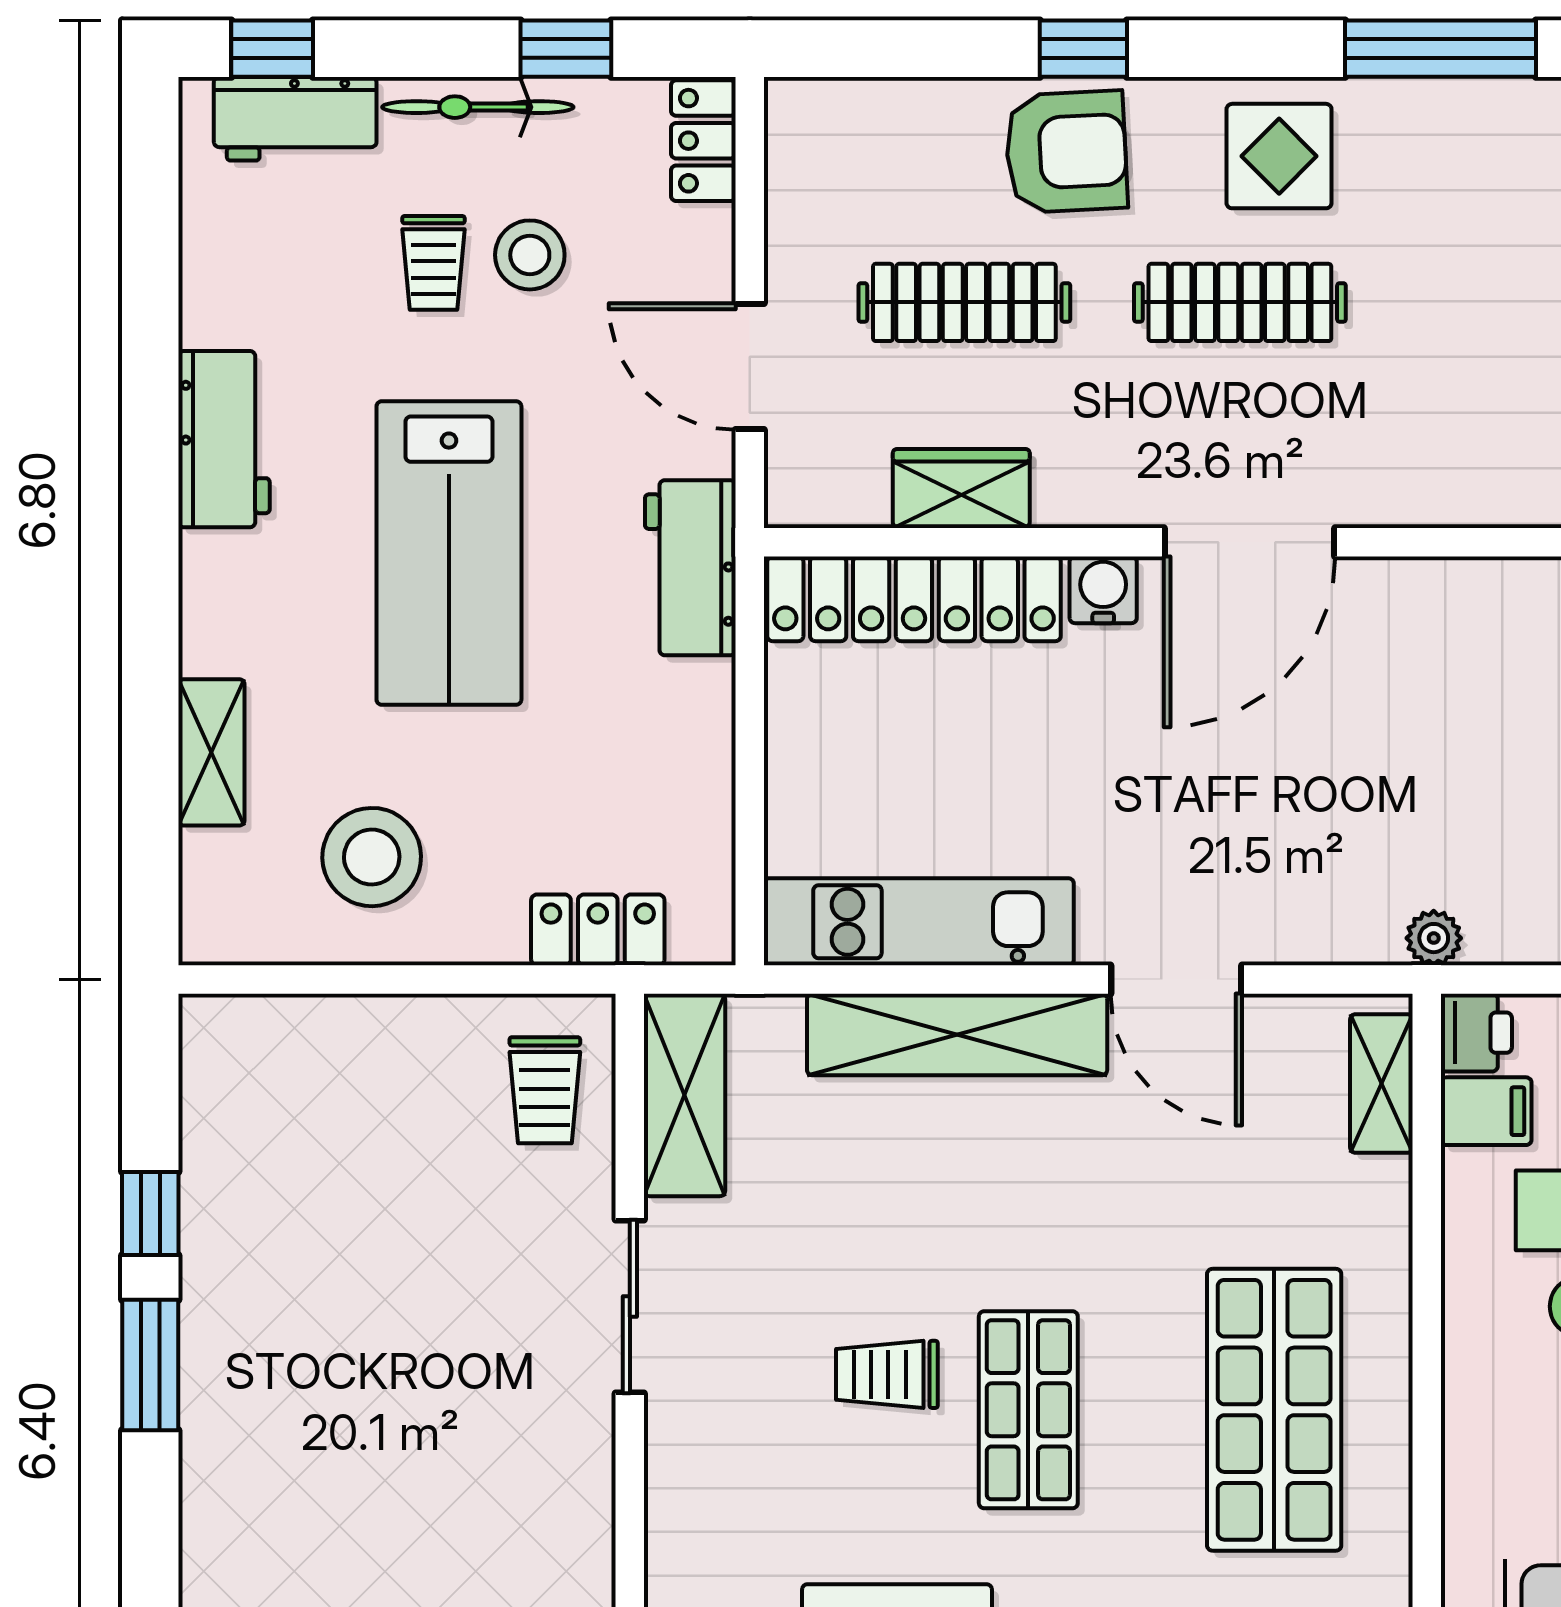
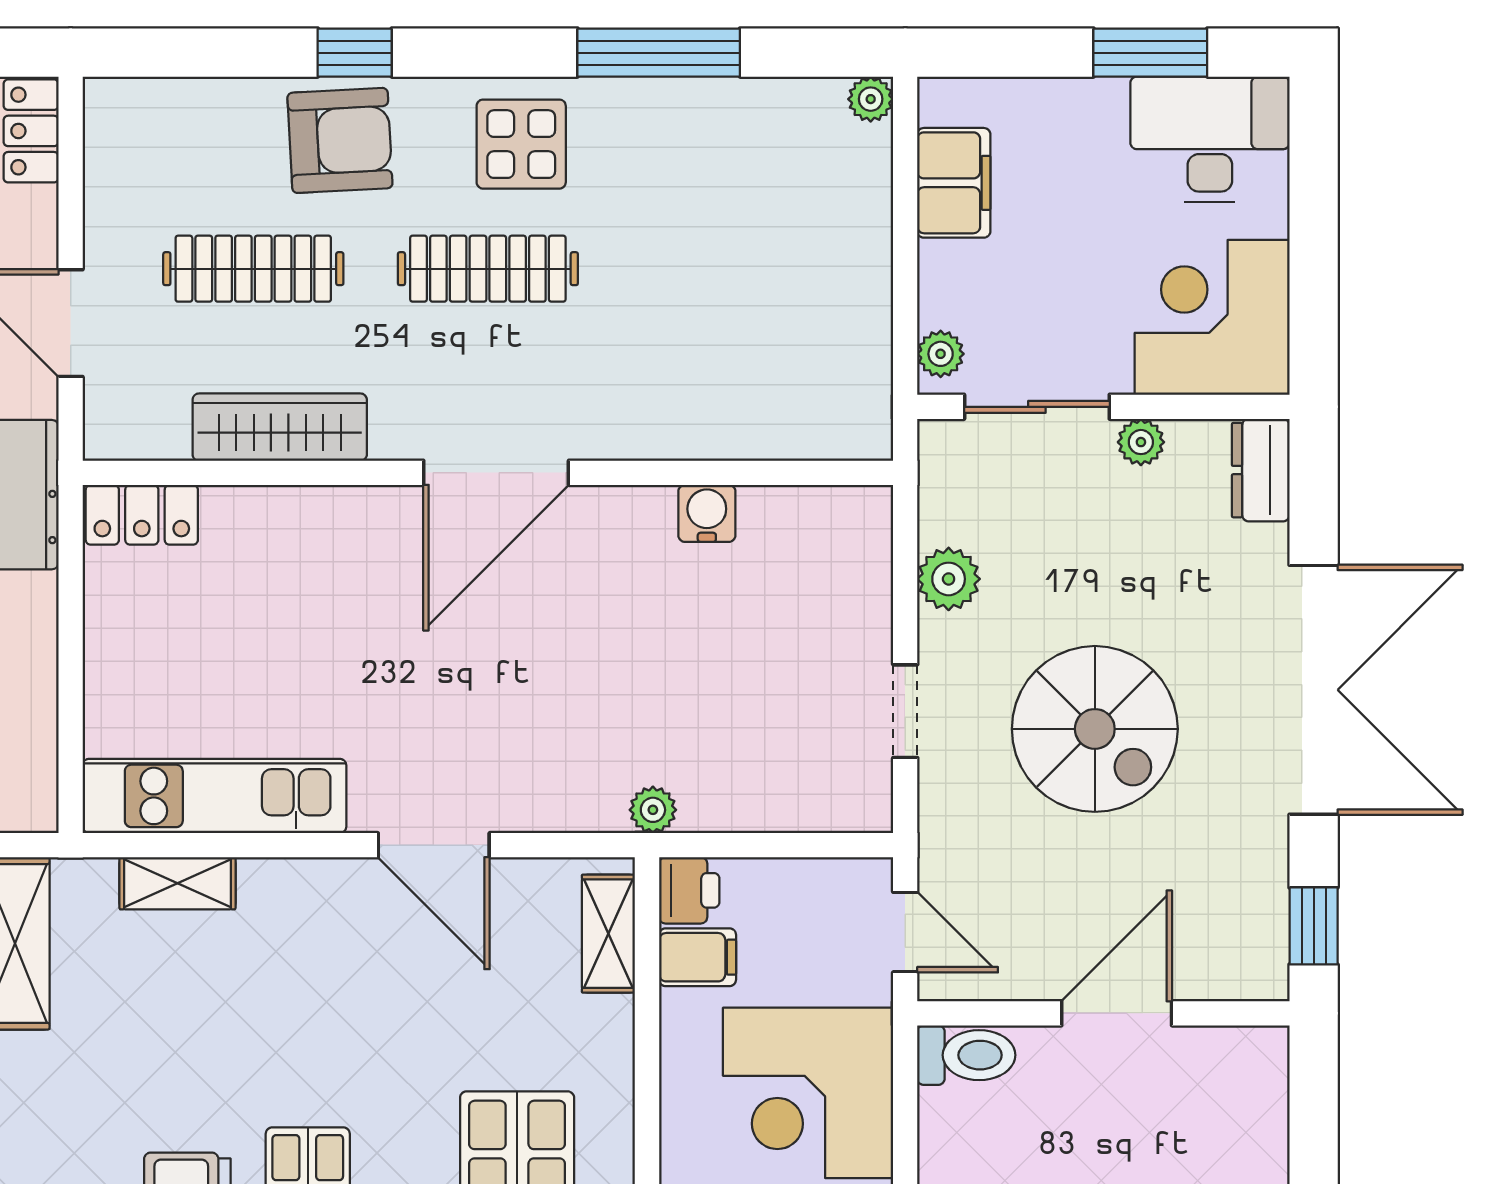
wardrobe: (961, 489) -> (280, 427), width x1.50
water cooler: (1103, 590) -> (707, 513), moved
locker: (914, 599) -> (142, 515), width x0.46, depth x0.83
shelving: (957, 1035) -> (177, 883), width x0.45, depth x0.75

